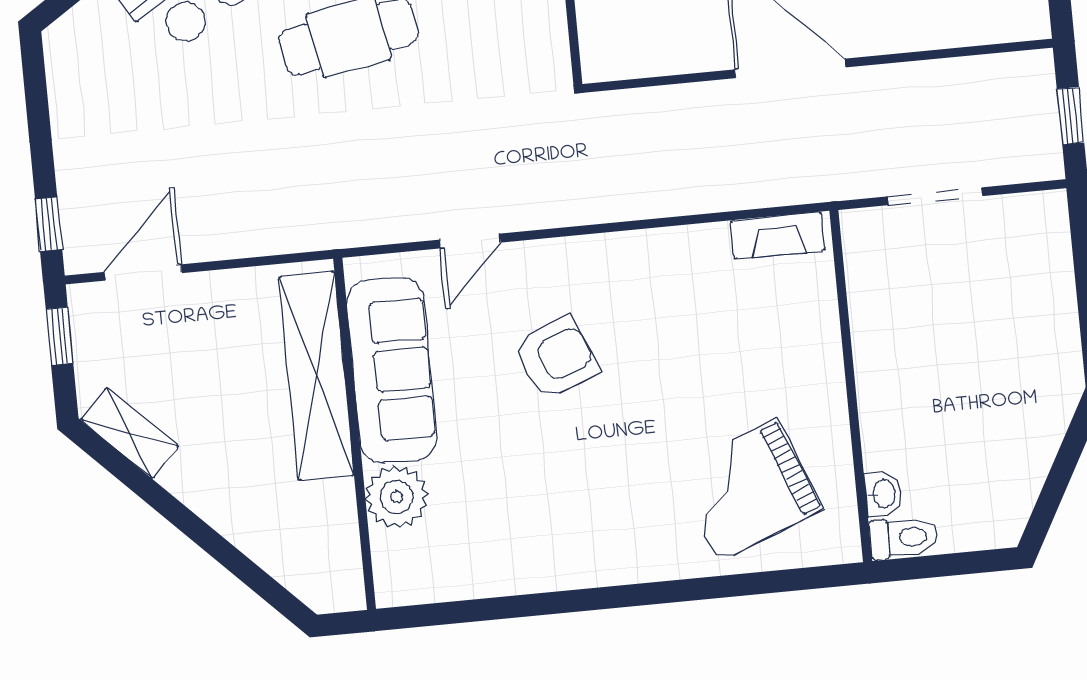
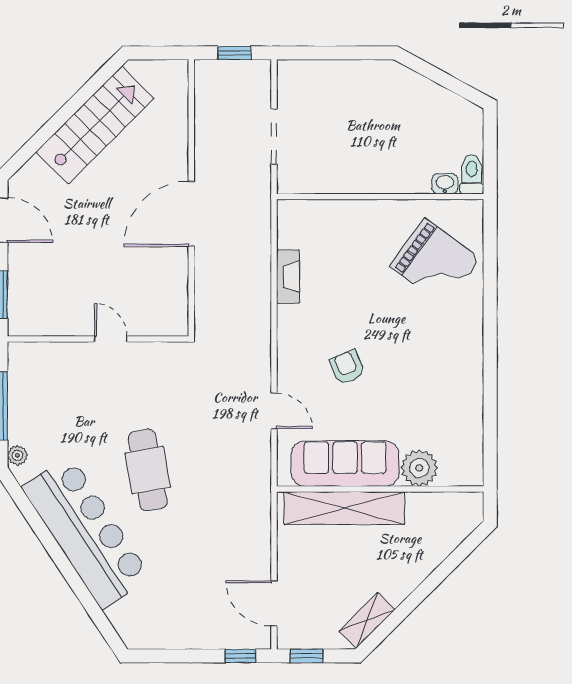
fireplace: (778, 235) -> (288, 277), moved
armchair: (556, 358) -> (347, 367), width x0.72, depth x0.72
grand piano: (748, 490) -> (435, 262), turned -32

